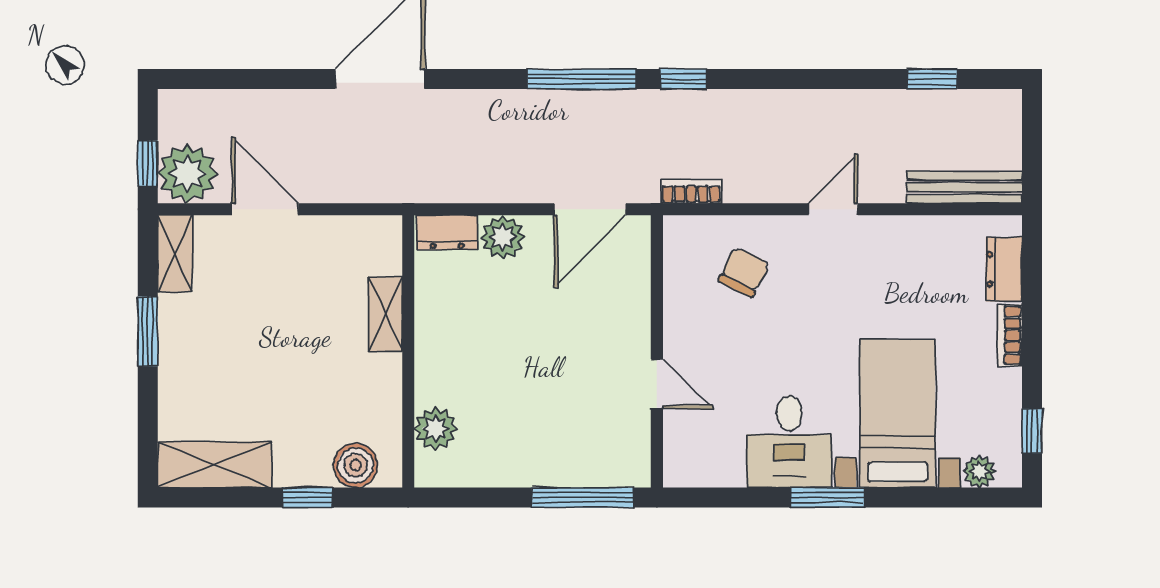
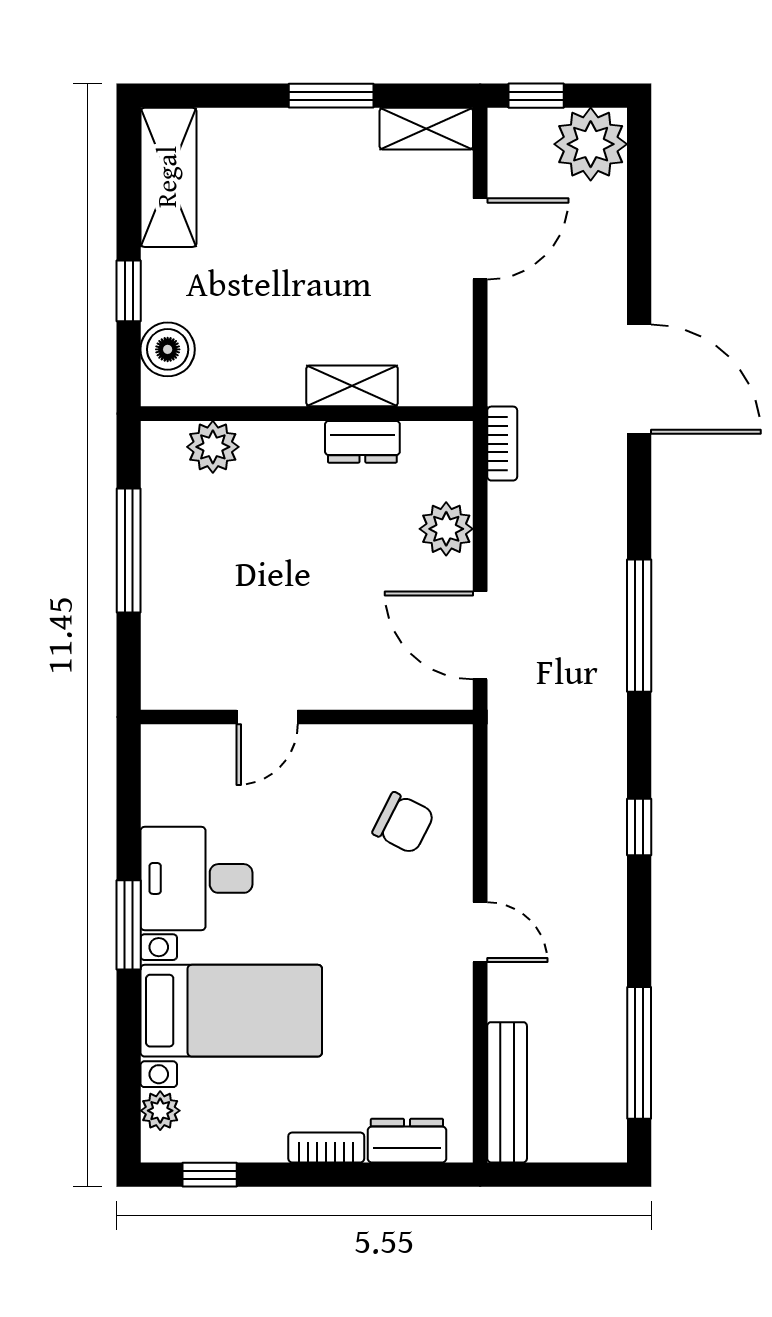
window: (683, 79) -> (639, 827), moved
window: (932, 79) -> (639, 1053), width x2.17
plant: (187, 173) -> (591, 144), moved
bookcase: (691, 191) -> (502, 444), moved
dresser: (447, 232) -> (362, 442), moved, turned -90
window: (583, 497) -> (129, 551), moved

